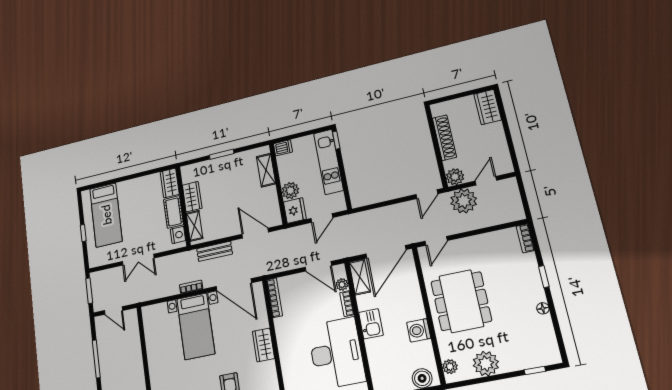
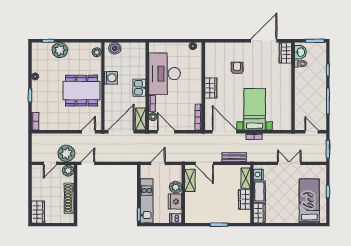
shelving: (266, 170) -> (190, 180), moved
fridge: (295, 211) -> (175, 202), moved
dining table: (461, 301) -> (82, 91), turned 90
plant: (486, 364) -> (60, 50), moved

